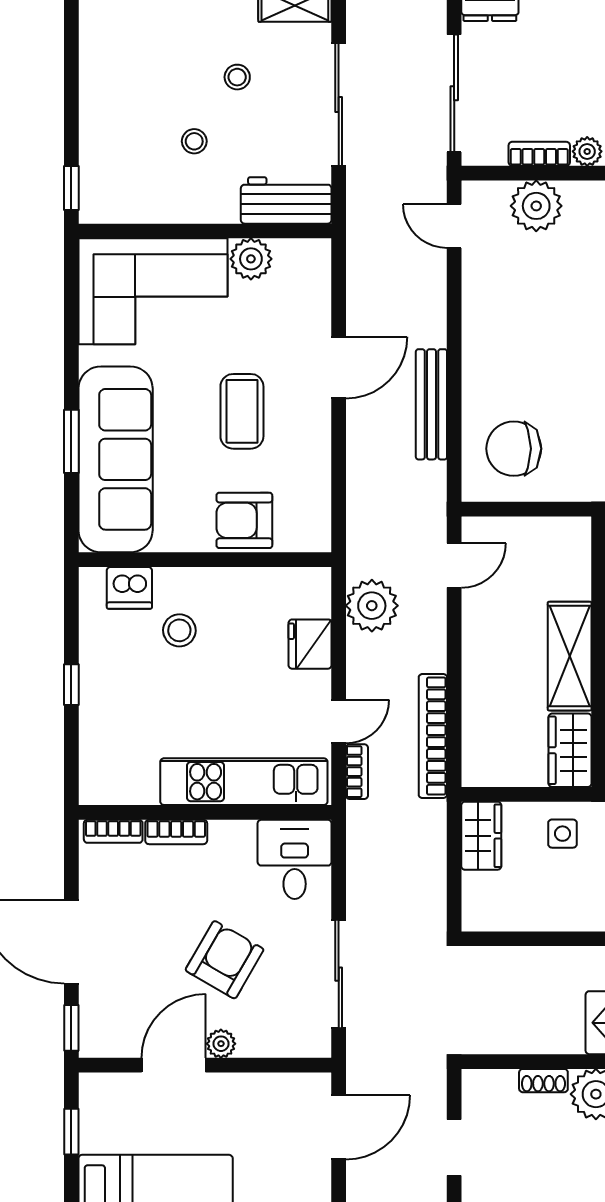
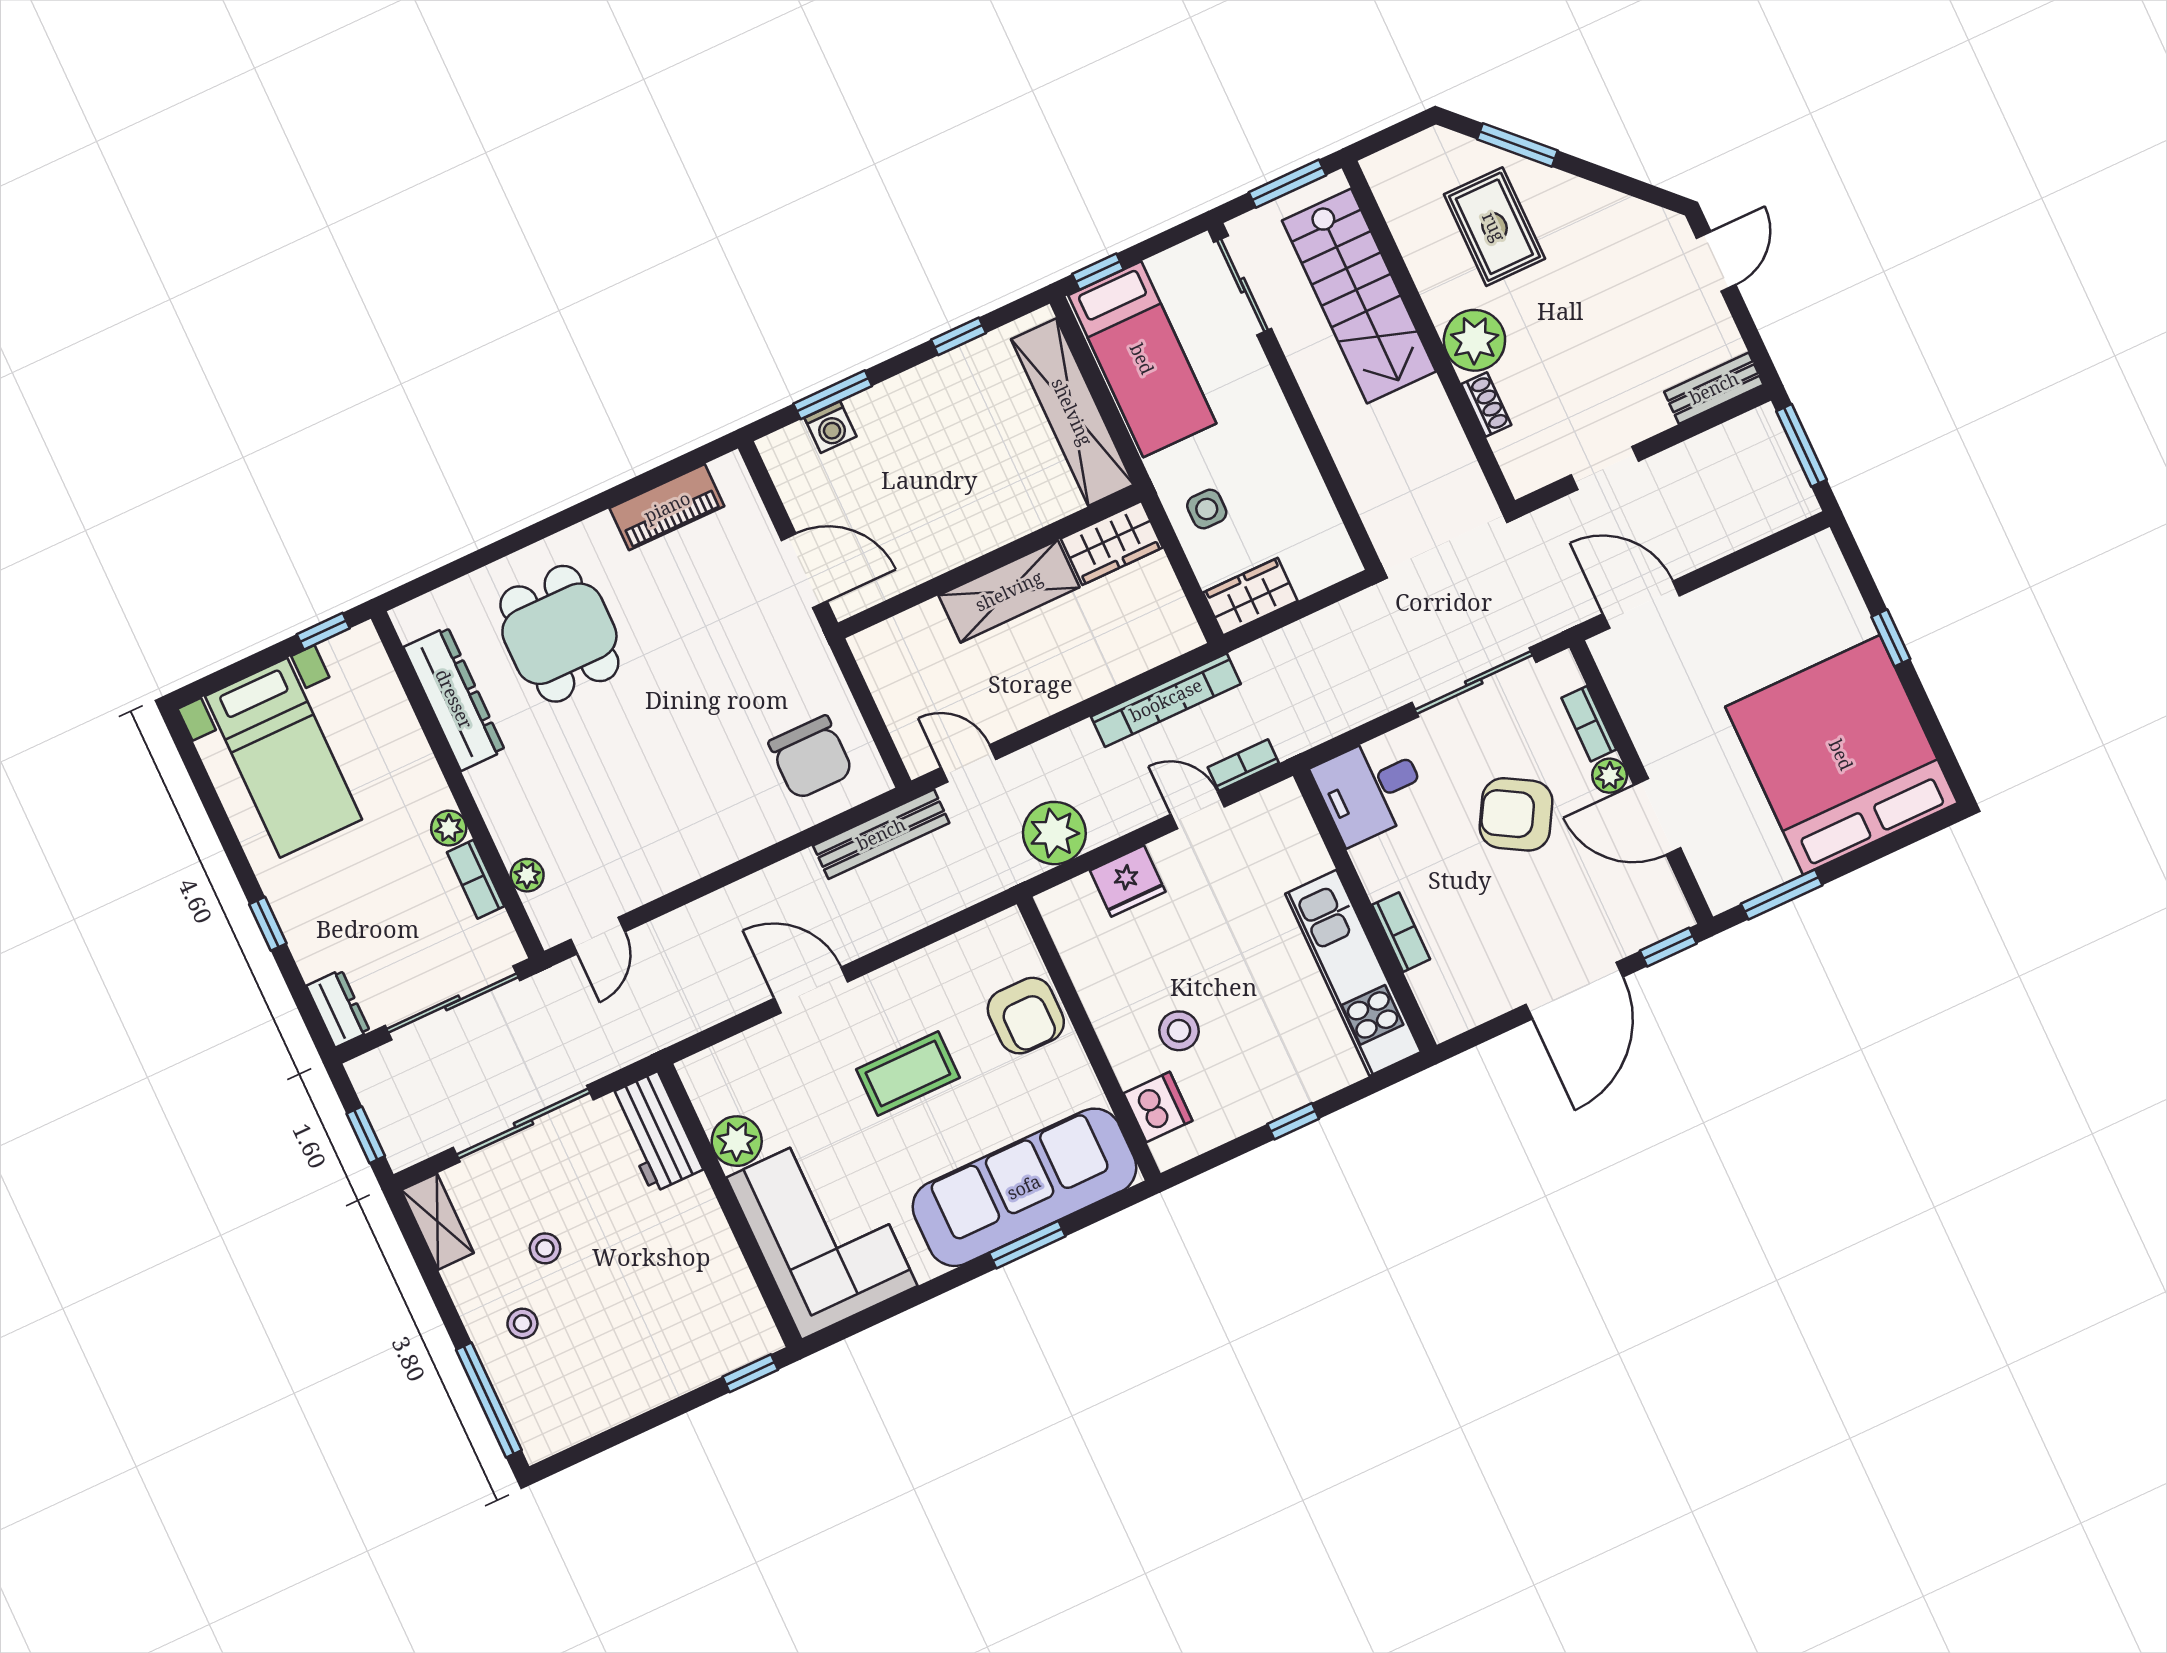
stool: (194, 141) -> (522, 1323), moved
plant: (536, 206) -> (527, 875), width x0.53, depth x0.53
bench: (431, 404) -> (881, 834), moved
kitchen unit: (244, 782) -> (1353, 973), moved
bookcase: (113, 831) -> (1589, 724), moved, turned 180
window: (71, 1132) -> (1782, 894), width x1.50

